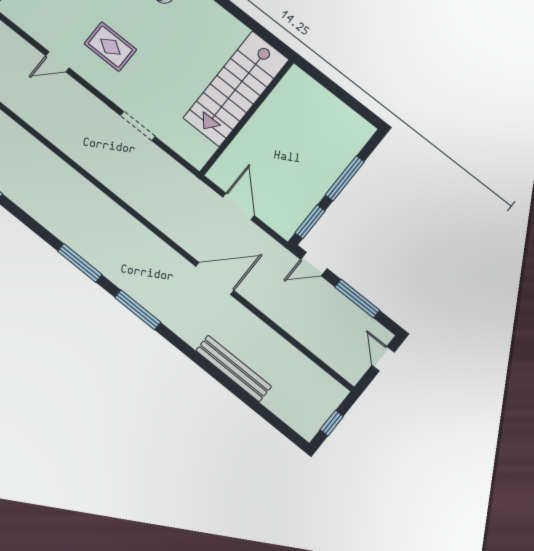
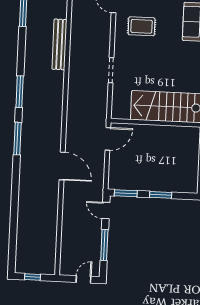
rug: (110, 47) -> (142, 26), turned 90
window: (345, 178) -> (161, 195), width x0.69
door: (239, 206) -> (108, 139), moved
bench: (234, 368) -> (59, 44), moved

